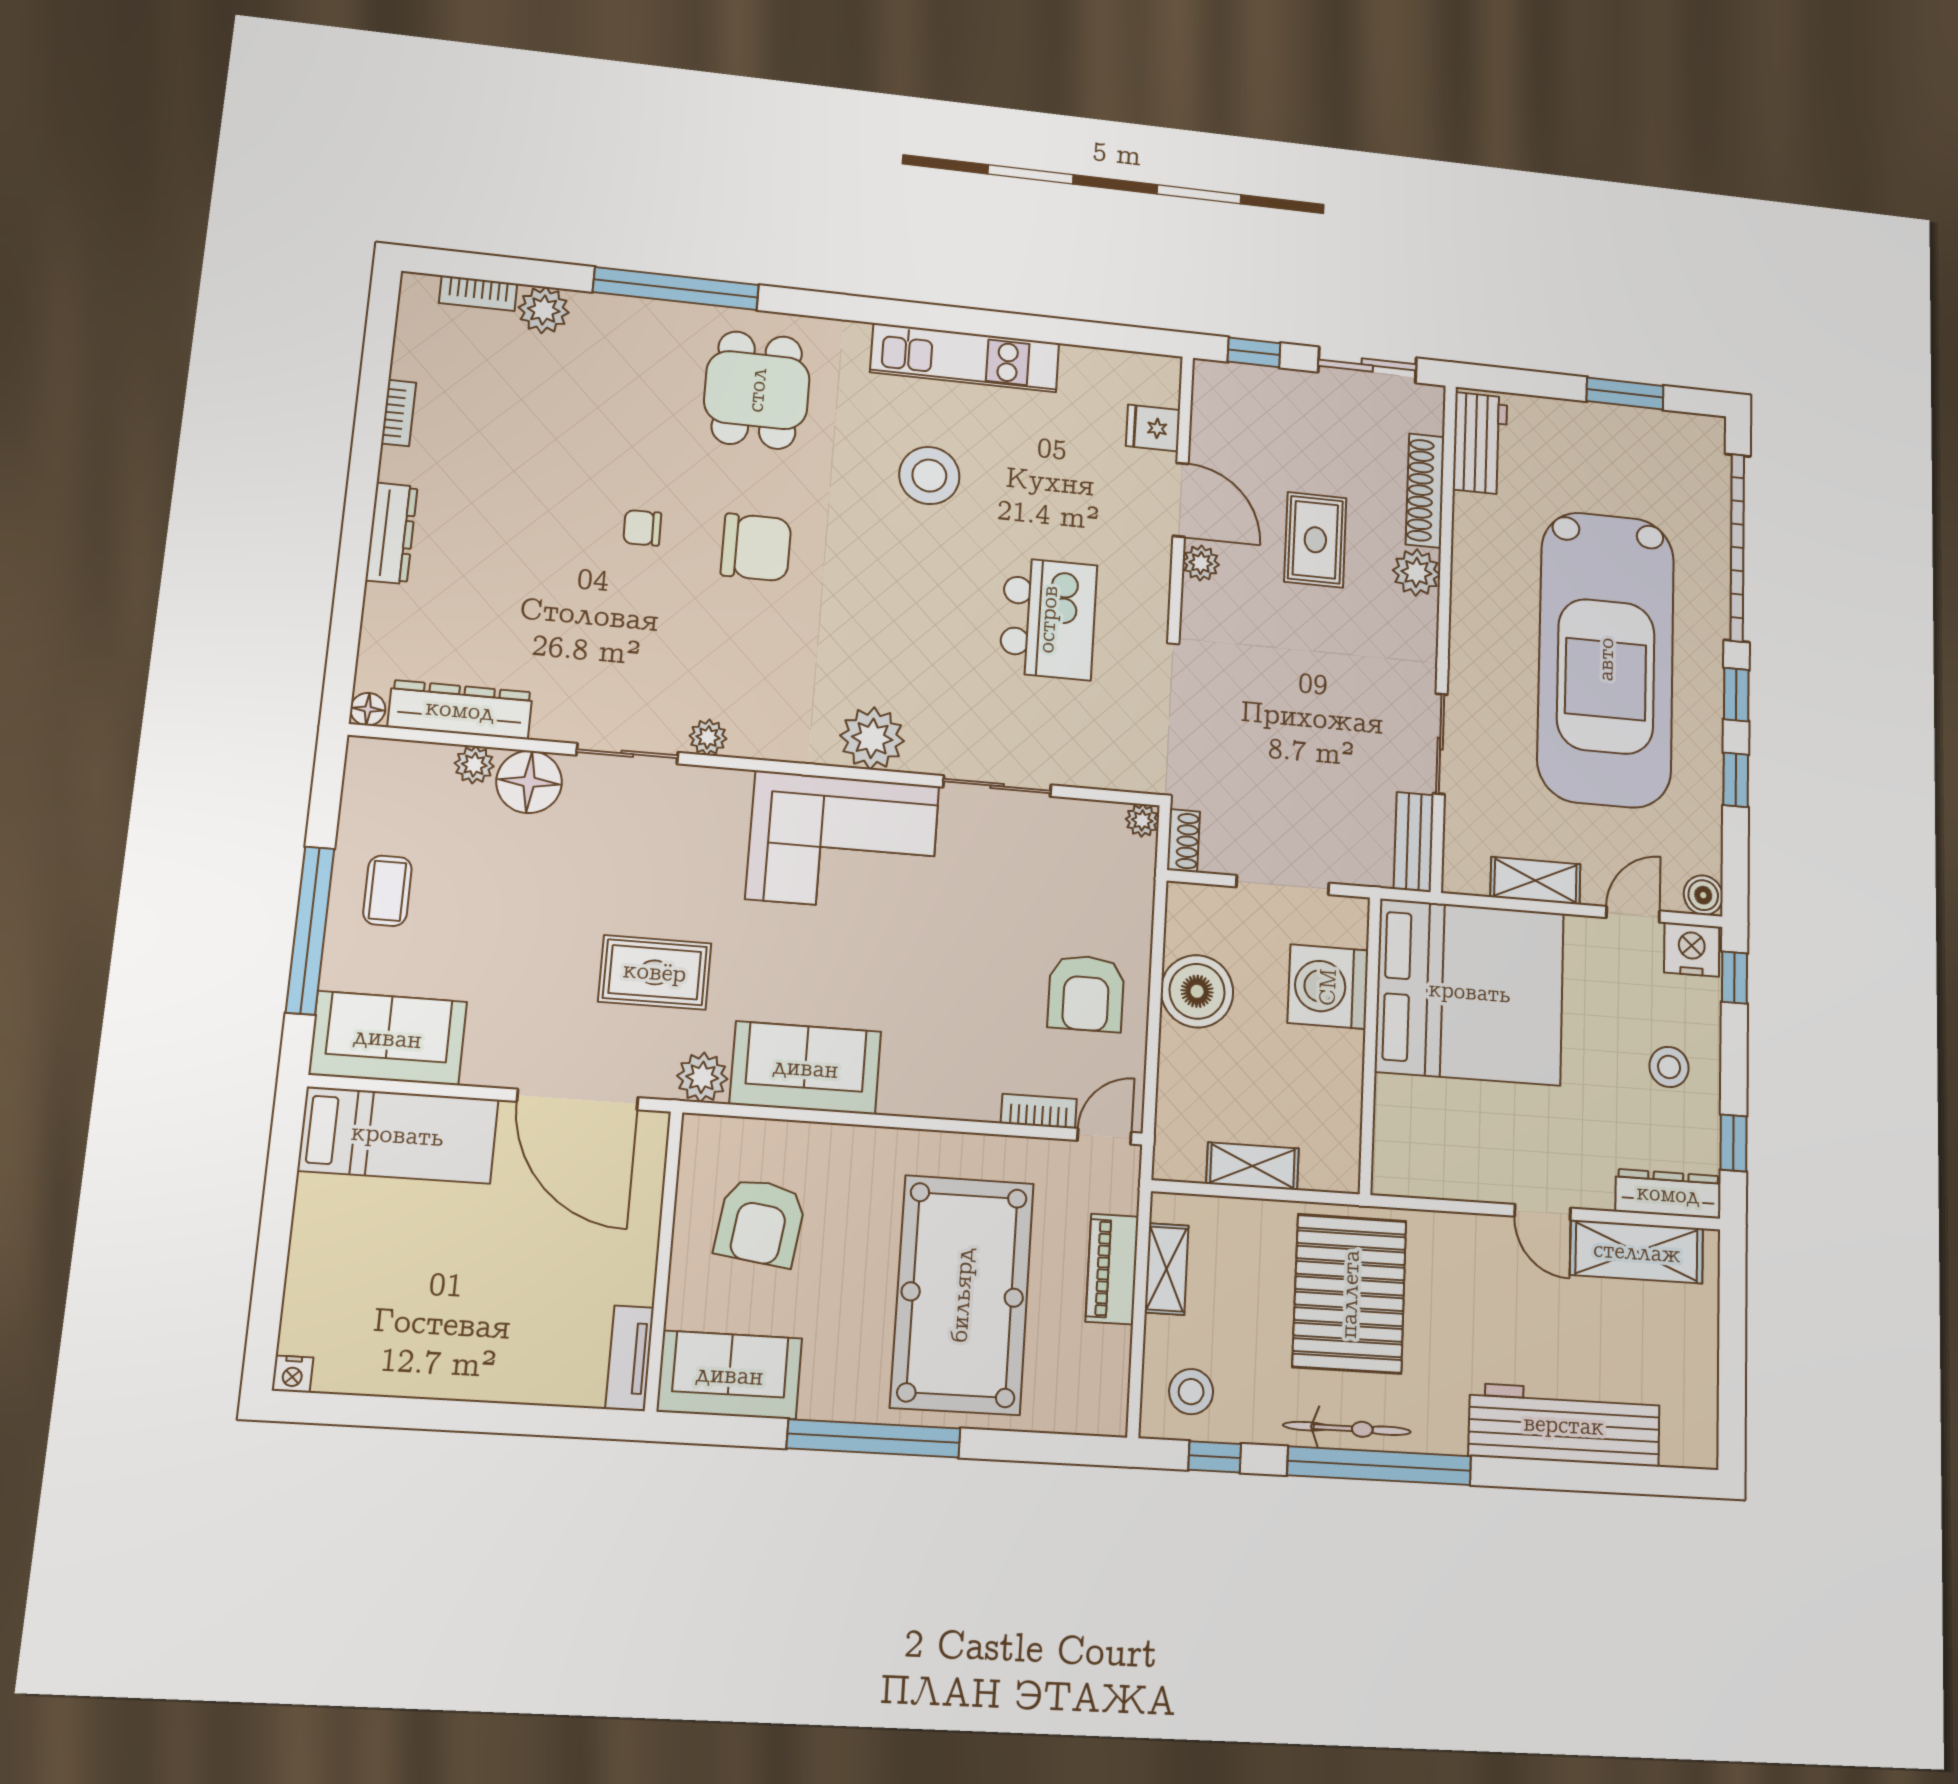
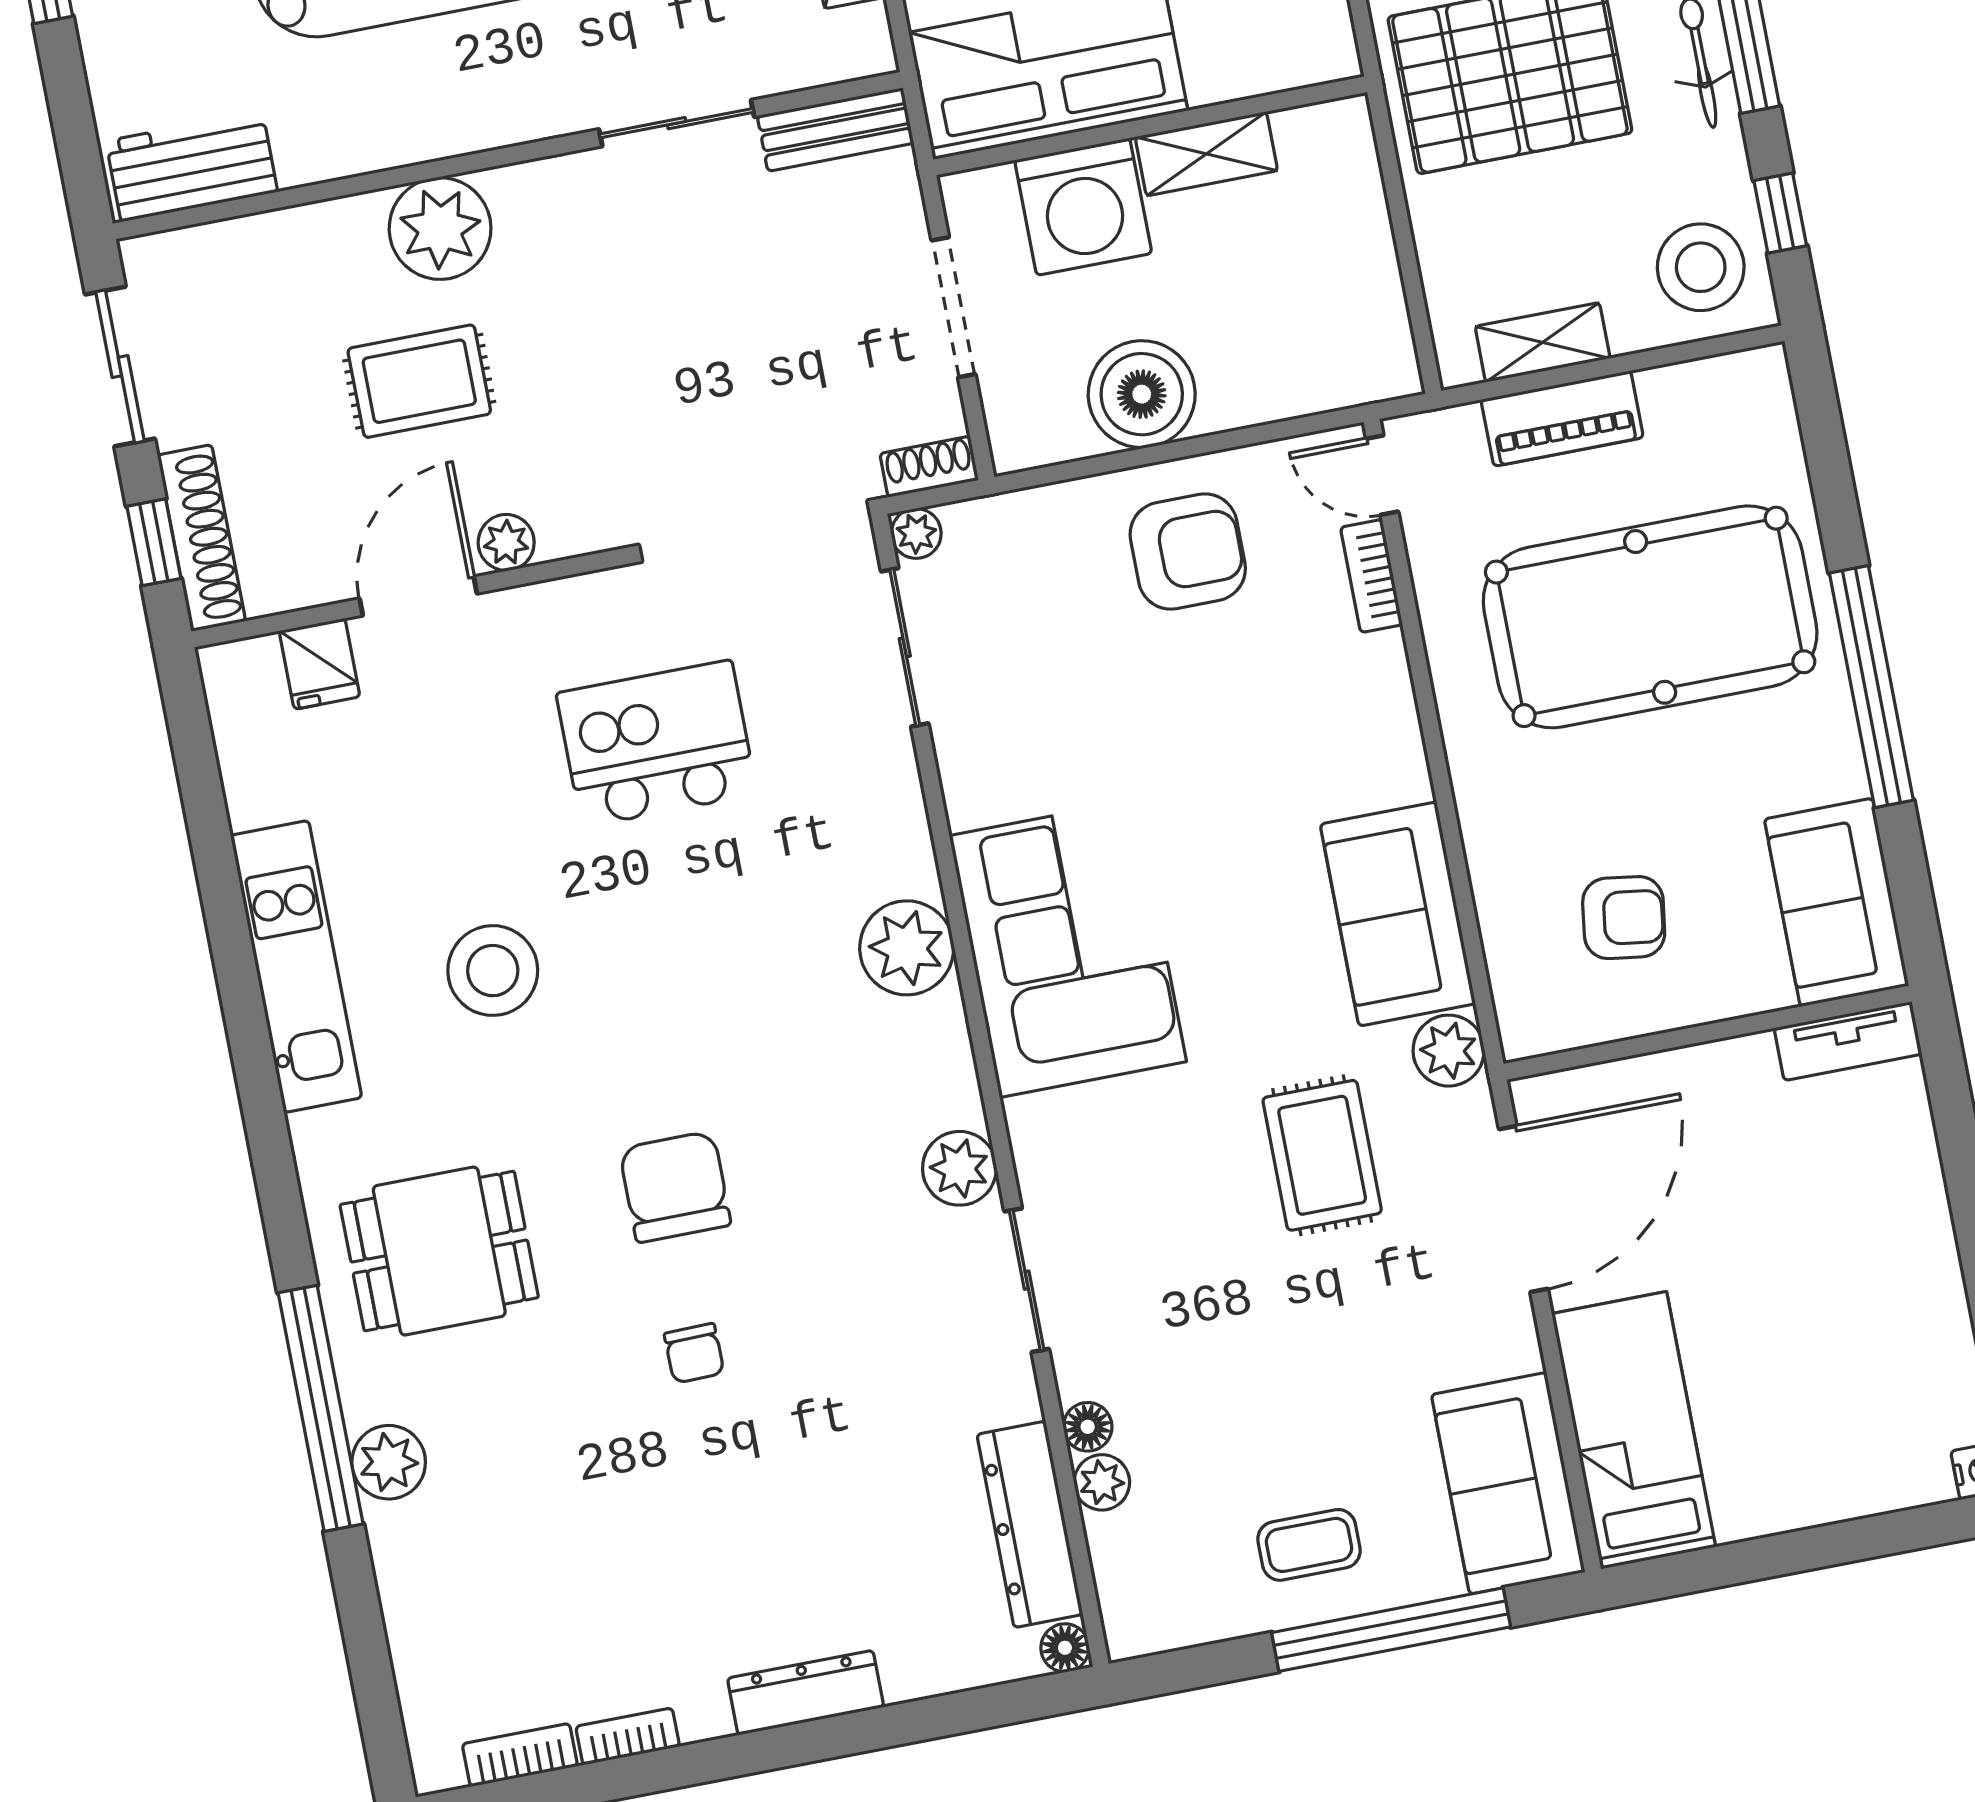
bookcase: (478, 293) -> (520, 1755), moved, turned -90
plant: (544, 310) -> (389, 1462), moved
shoe rack: (1425, 491) -> (201, 538), moved, turned -90
plant: (1416, 572) -> (440, 229), width x1.36, depth x1.36
plant: (708, 737) -> (959, 1168), width x1.38, depth x1.38
floor lamp: (529, 782) -> (1088, 1427), width x0.53, depth x0.53
sliding door: (997, 786) -> (905, 647), moved
shelving: (1253, 1166) -> (1206, 154), moved, turned 90
armchair: (760, 1222) -> (1624, 918), width x0.72, depth x0.72
stool: (1191, 1392) -> (1701, 267), width x1.38, depth x1.38

